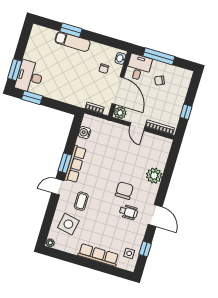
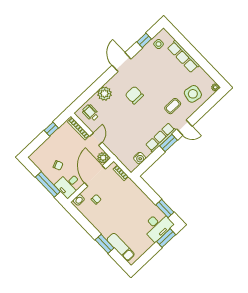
exam couch: (73, 42) -> (121, 247), moved
chair: (124, 191) -> (134, 95), turned 90
wheelchair: (128, 212) -> (91, 113), moved

